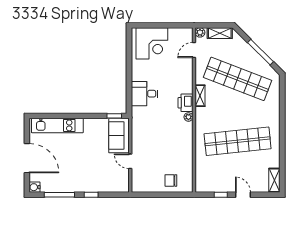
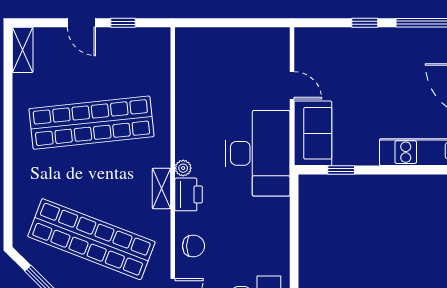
desk: (145, 94) -> (258, 153), moved, width x1.87, depth x1.30
shelving: (200, 96) -> (161, 188), moved
window: (114, 116) -> (341, 170), moved
chair: (171, 180) -> (193, 246), moved

